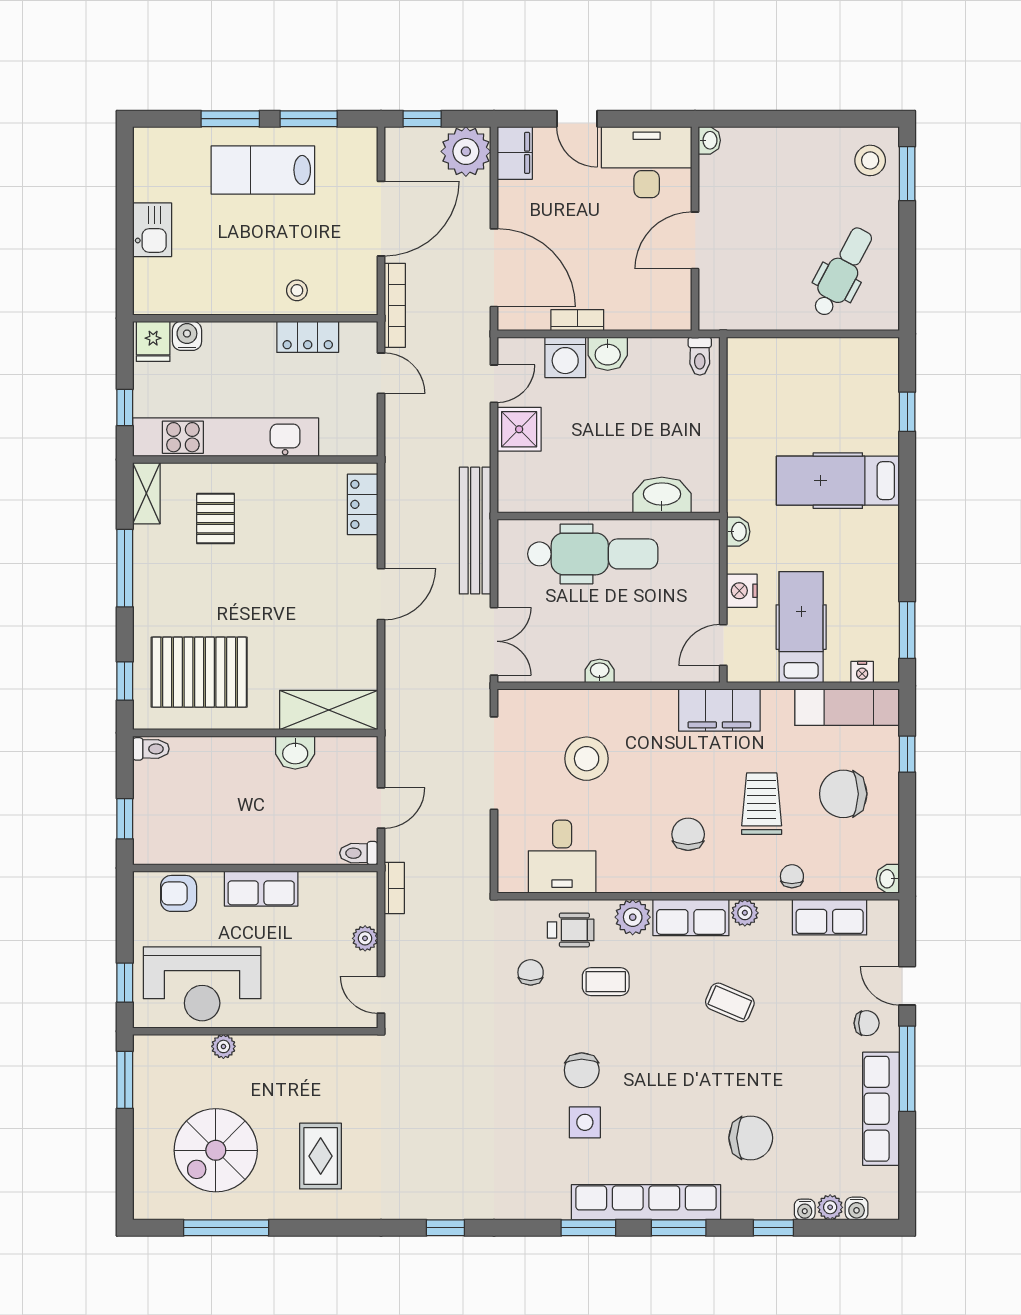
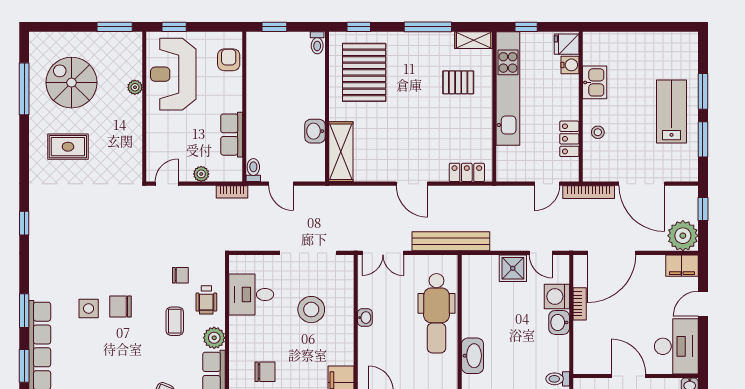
kitchen sink: (152, 230) -> (595, 82), moved, turned -90
row of seats: (261, 889) -> (232, 135), moved

